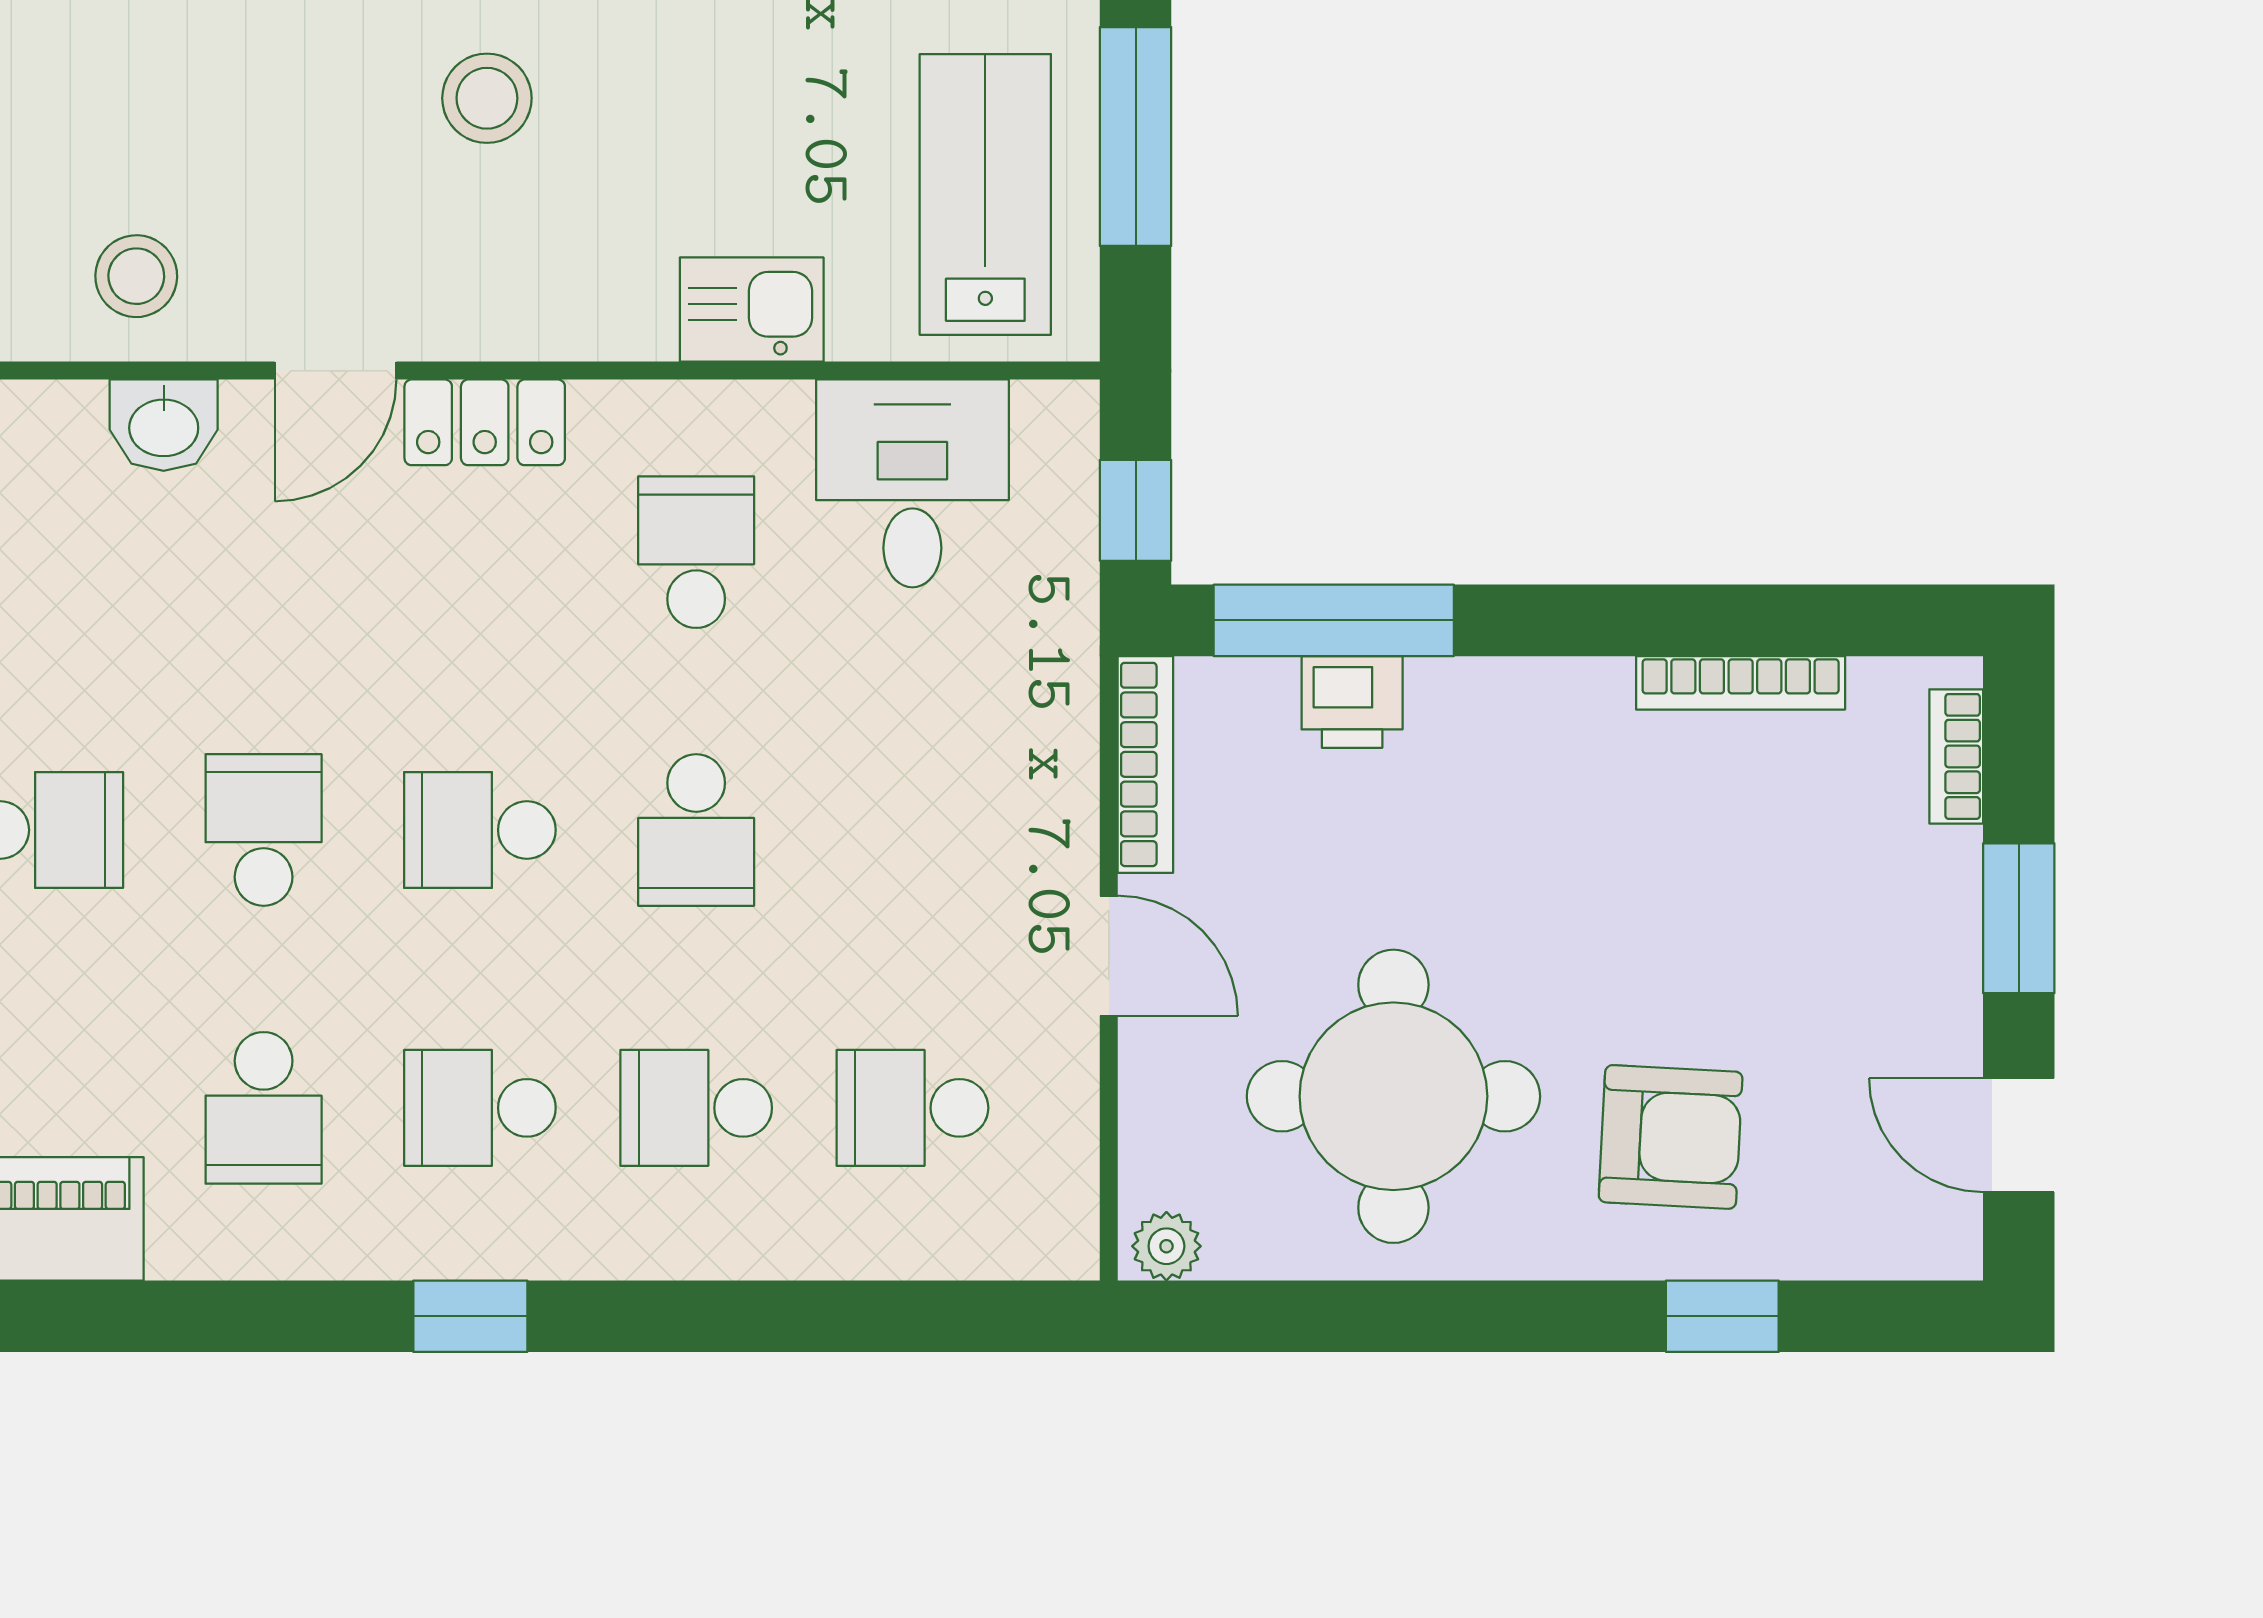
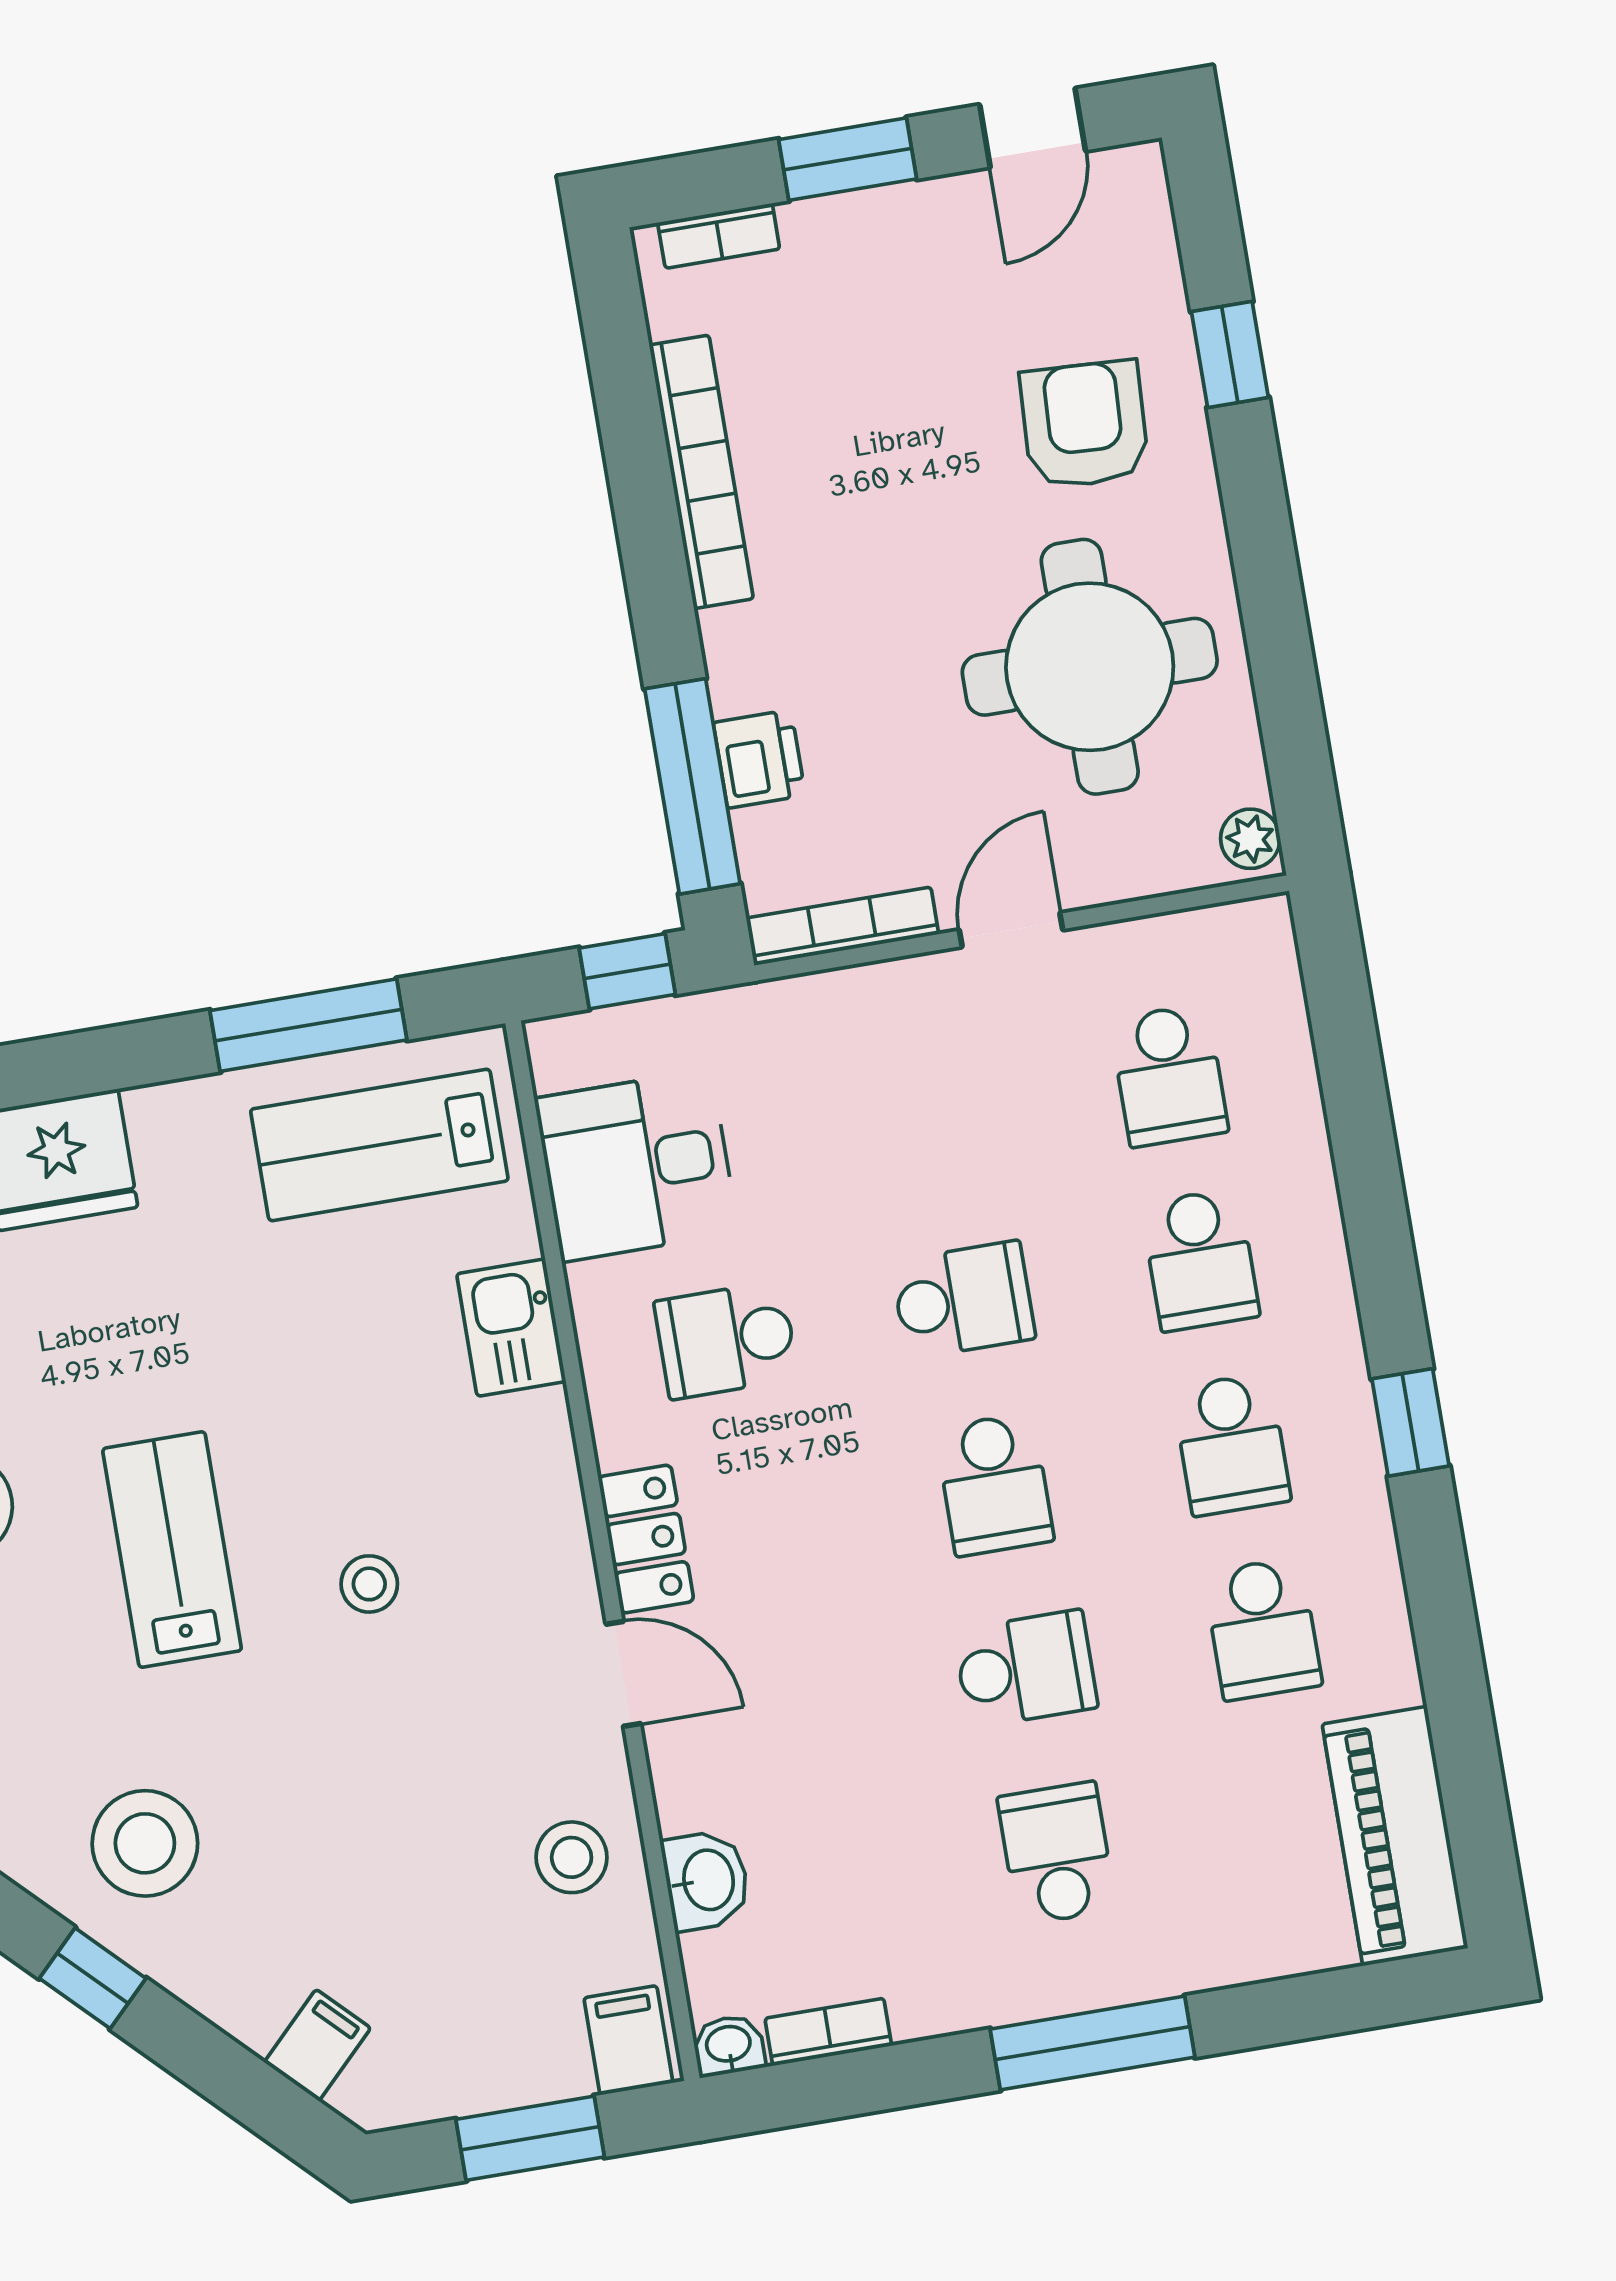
stool: (487, 98) -> (369, 1584), width x0.73, depth x0.73
washbasin: (164, 425) -> (706, 1880), moved
bookcase: (1741, 683) -> (701, 472), width x1.48, depth x1.31
school desk: (264, 830) -> (1026, 1669), turned 180
school desk: (264, 1108) -> (1263, 1629), turned 90

